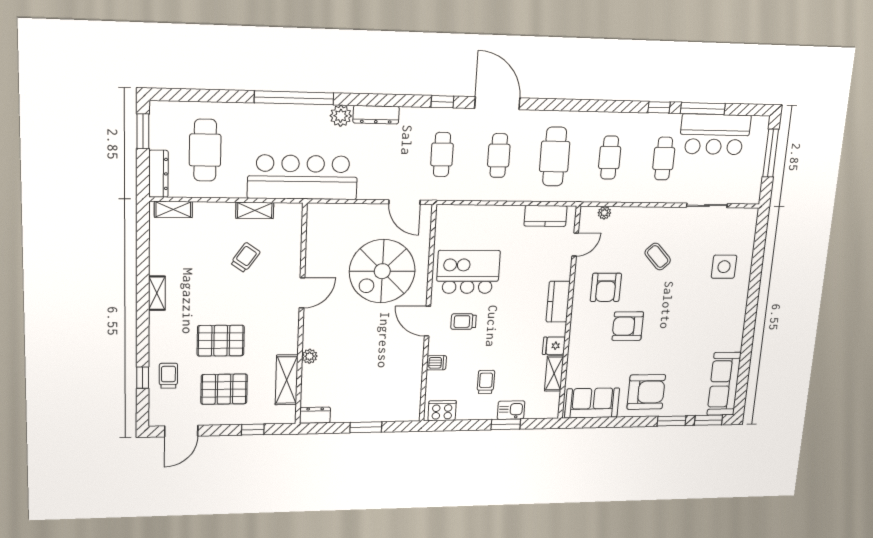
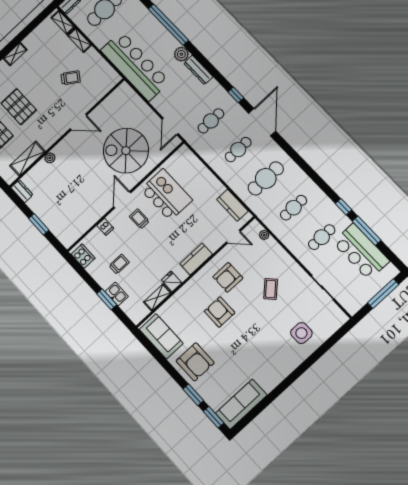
shelving: (255, 210) -> (79, 40), moved

